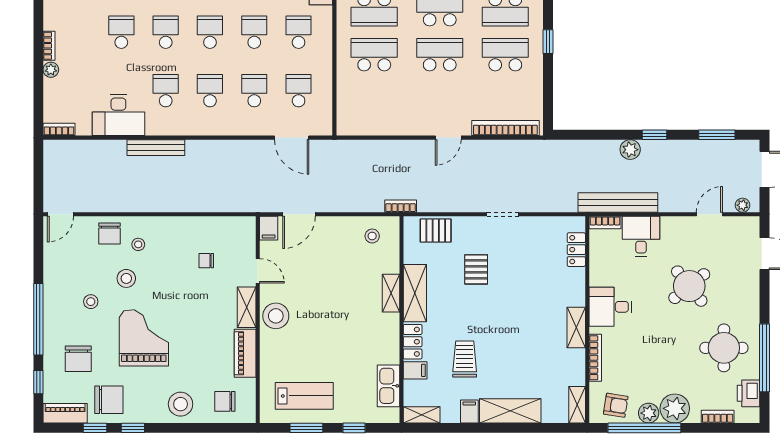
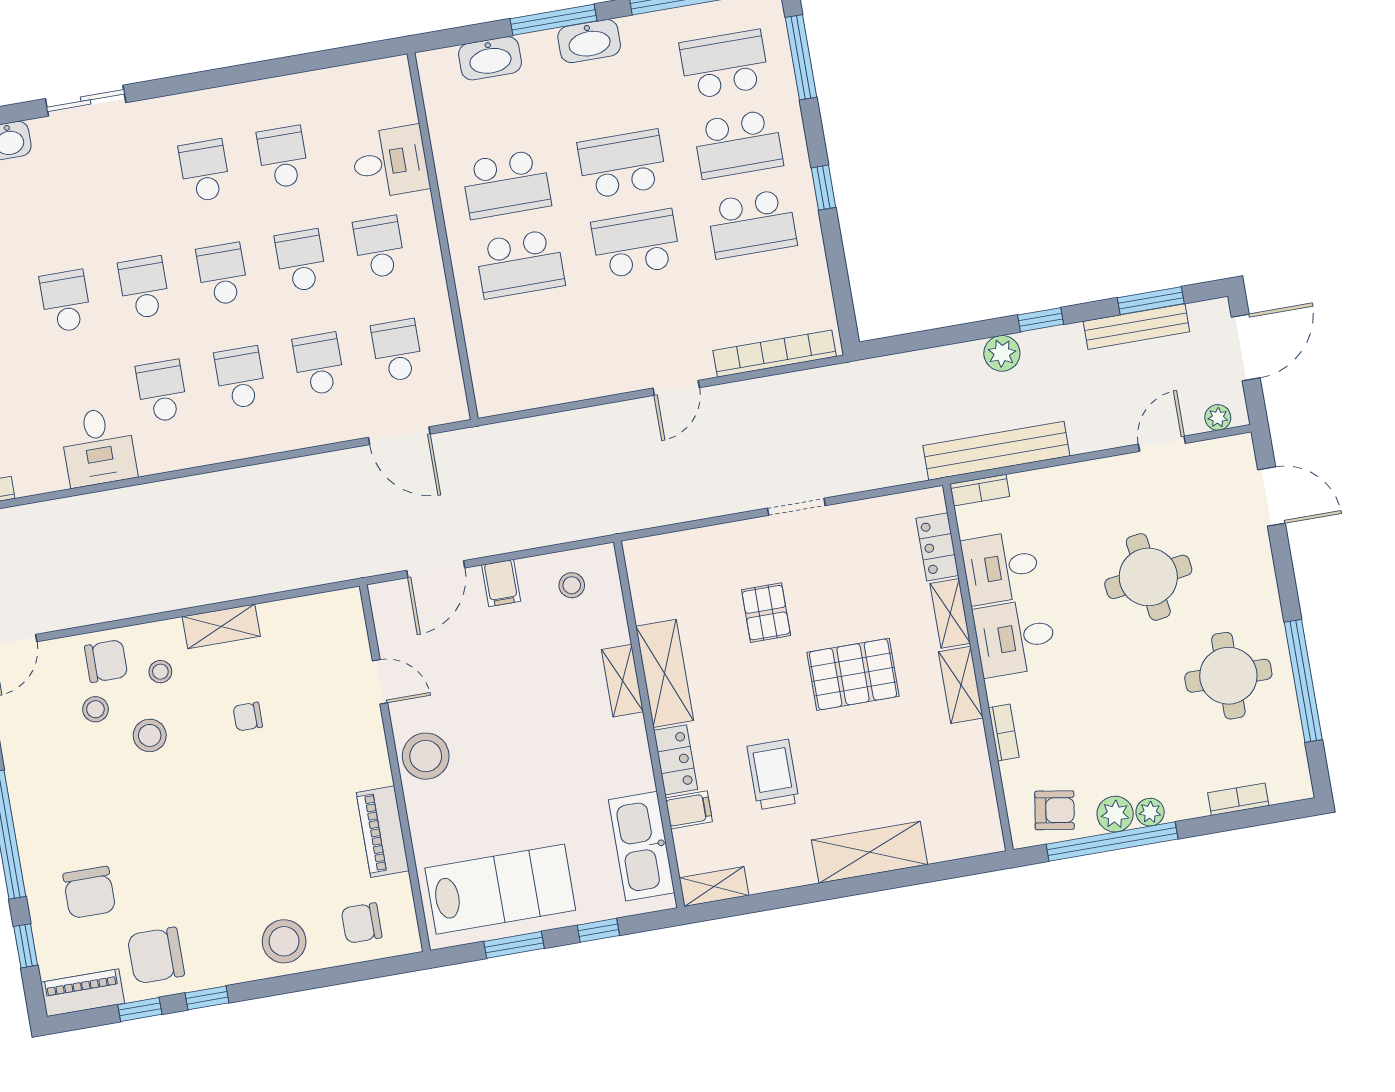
school desk: (374, 55) -> (520, 264), turned 180
school desk: (505, 55) -> (752, 224), turned 180
desk: (118, 115) -> (98, 447), width x0.73
bench: (156, 148) -> (1136, 327), moved
bookcase: (401, 206) -> (613, 524), removed
filing cabinet: (269, 228) -> (501, 583), moved
pallet: (436, 231) -> (853, 674), moved, width x1.50, depth x1.42
chair: (109, 233) -> (106, 661), turned -90
desk: (641, 236) -> (1001, 568), moved, turned -90
chair: (206, 261) -> (248, 717), moved
round table: (689, 286) -> (1148, 577), turned 31
stool: (91, 302) -> (95, 709), moved
shelving: (247, 307) -> (221, 626), moved, turned 90
grand piano: (144, 338) -> (199, 835), removed
bookcase: (595, 358) -> (1004, 733), width x0.64
kitchen sink: (388, 386) -> (642, 846), width x1.36, depth x1.24
printer: (749, 393) -> (1286, 749), removed
lab bench: (304, 396) -> (500, 889), width x1.36, depth x1.39
chair: (109, 400) -> (156, 955), turned 180
shelving: (577, 405) -> (950, 613), moved
plant: (675, 408) -> (1150, 812), width x0.53, depth x0.53
filing cabinet: (469, 412) -> (797, 866), removed

